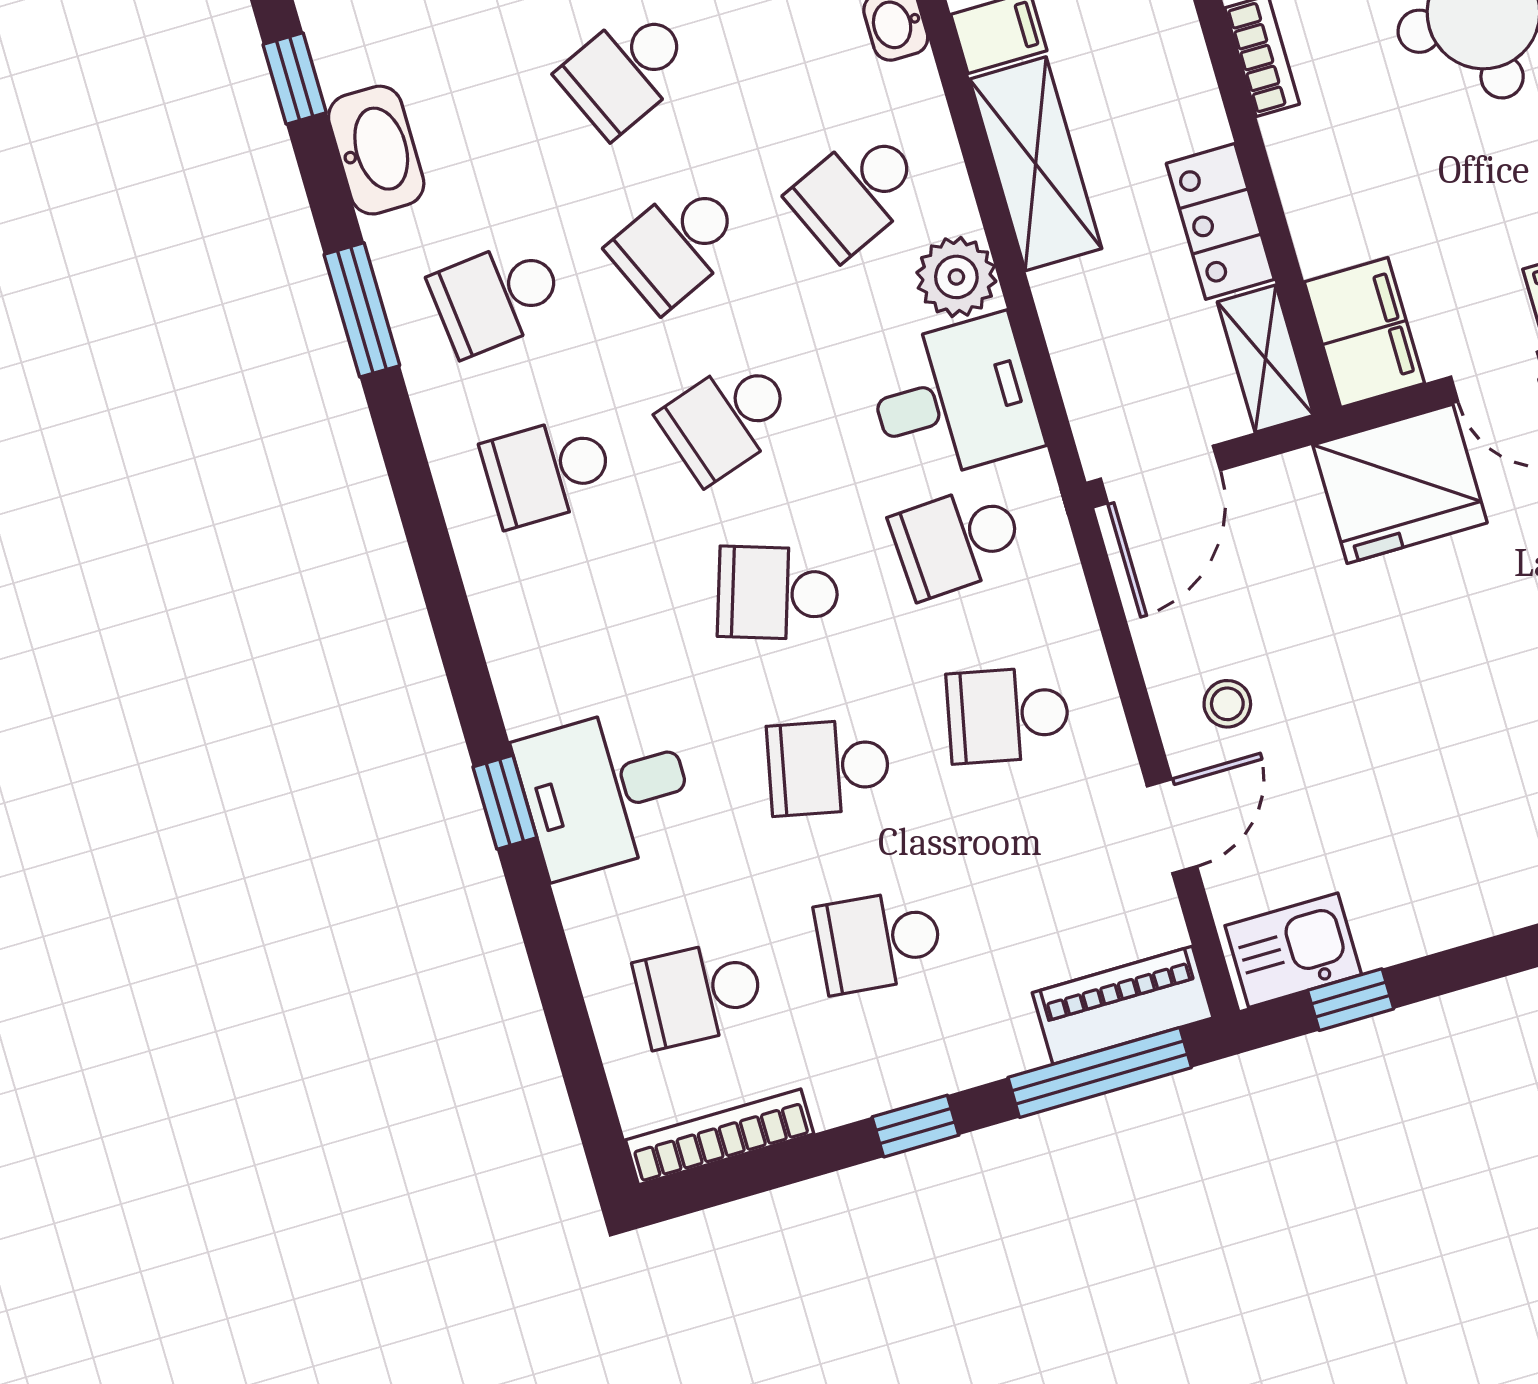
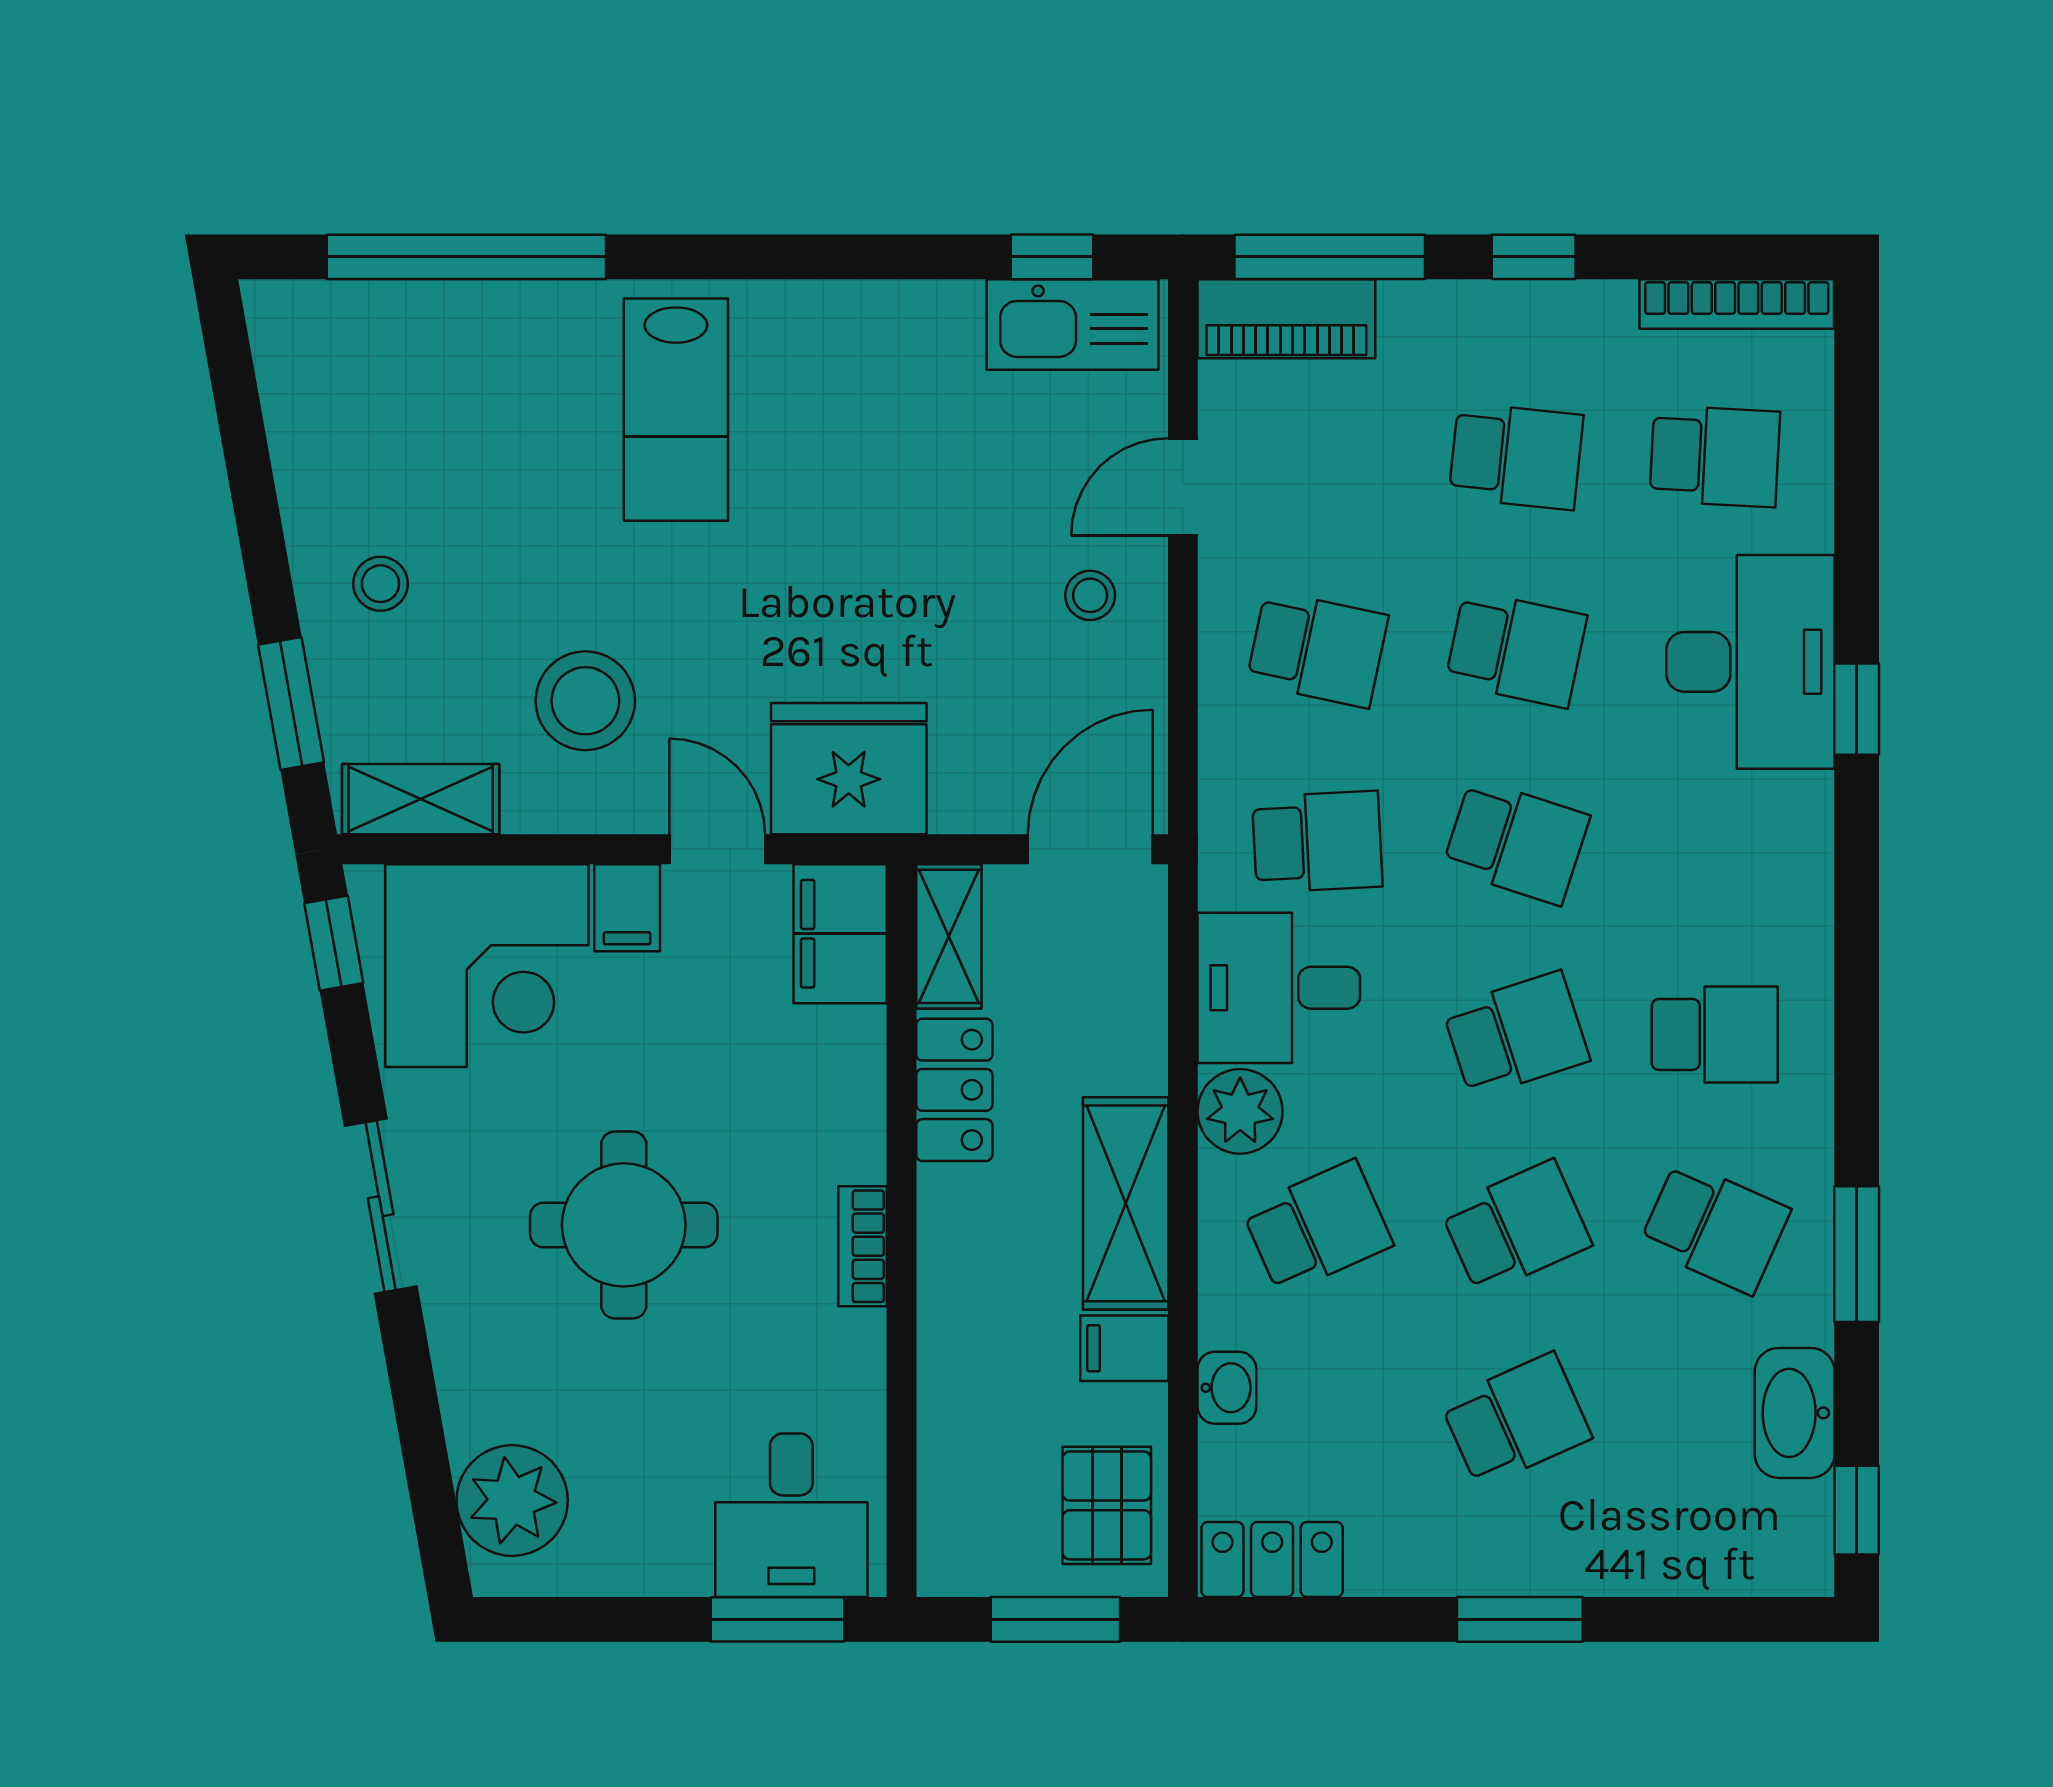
school desk: (497, 297) -> (1715, 1227), turned 30
desk: (606, 791) -> (1750, 662), width x1.37
kitchen sink: (1293, 950) -> (1072, 324), width x1.38

